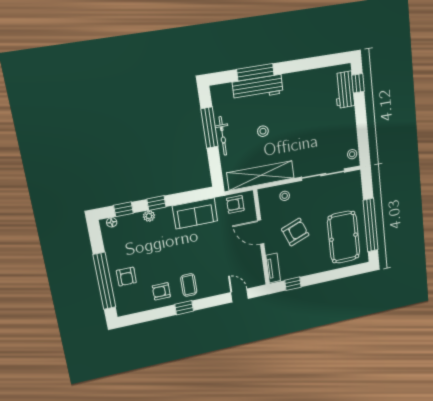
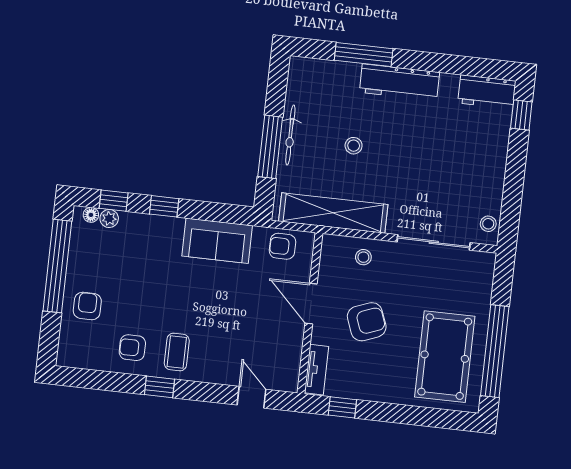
workbench: (258, 88) -> (399, 82), moved
workbench: (344, 90) -> (487, 92), moved, turned -90
window: (209, 128) -> (270, 147), moved
plant: (149, 216) -> (109, 219), moved
armchair: (126, 277) -> (87, 306), turned 180
window: (104, 281) -> (57, 266), moved

